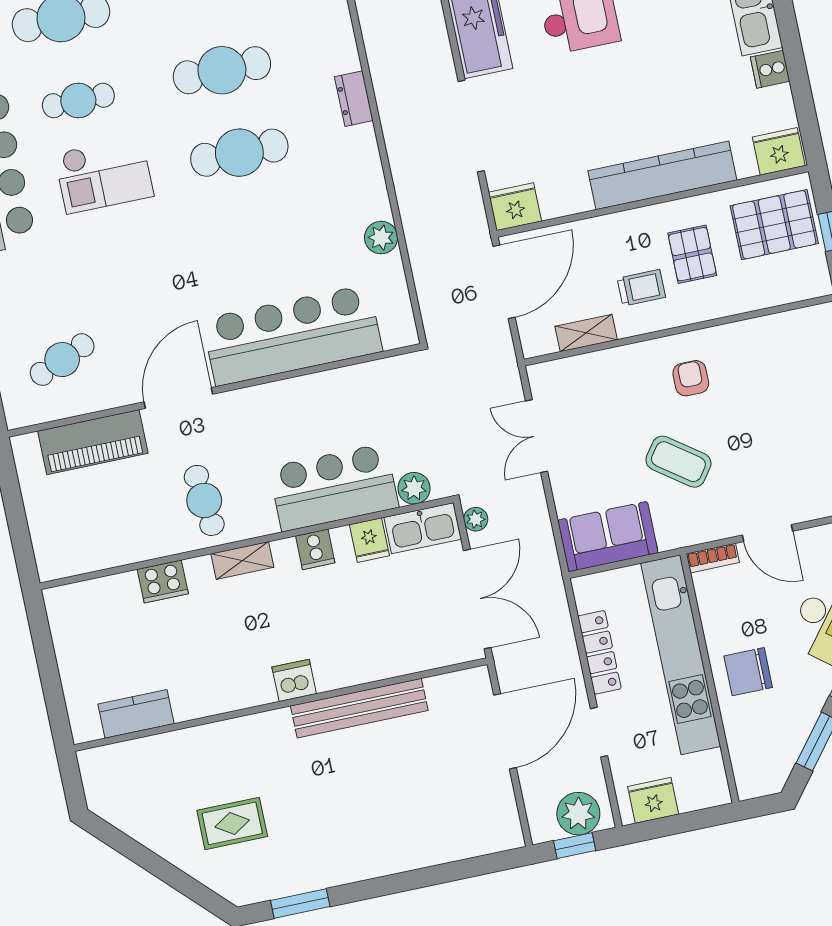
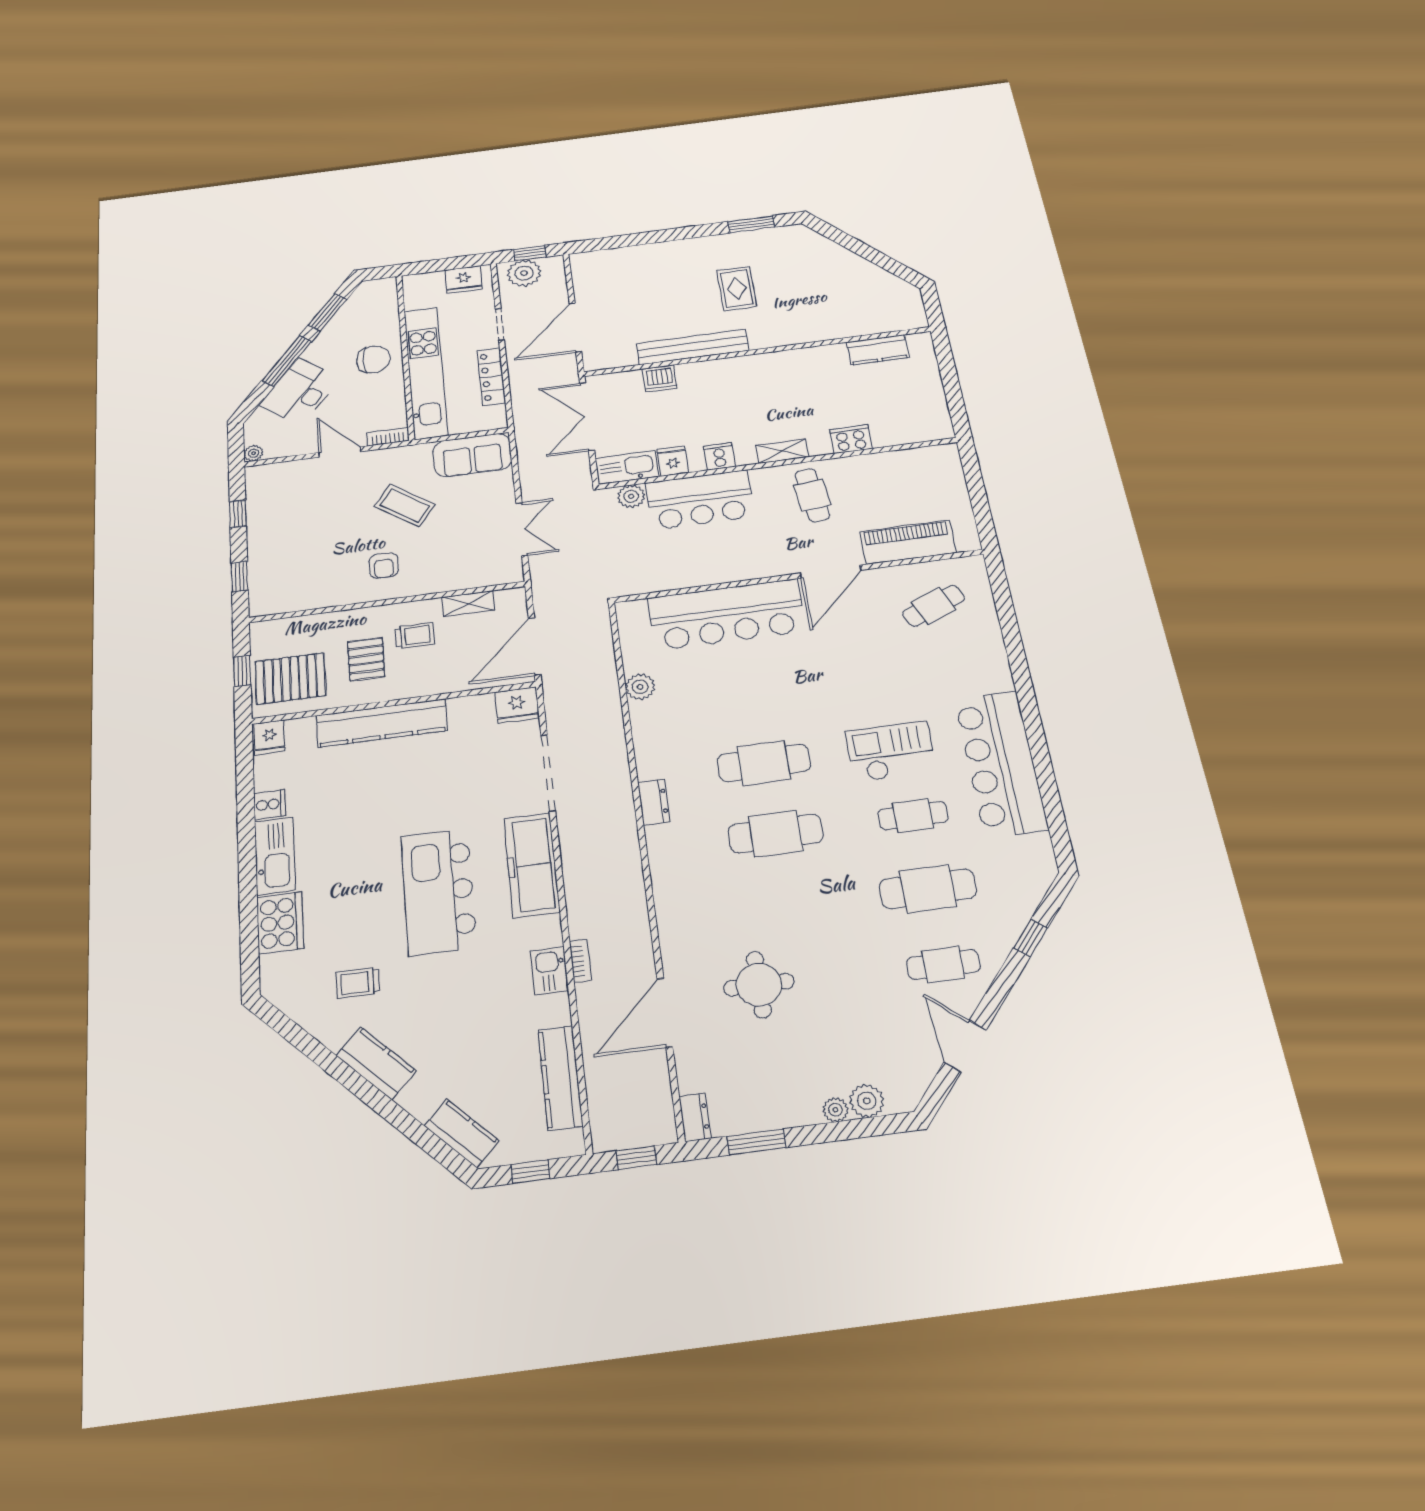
fridge: (779, 151) -> (269, 737), width x0.72
trolley: (641, 288) -> (415, 636), turned 180
plant: (476, 519) -> (581, 472), removed
dishwasher: (294, 680) -> (660, 378), moved
rug: (232, 823) -> (737, 288), moved, turned 90

